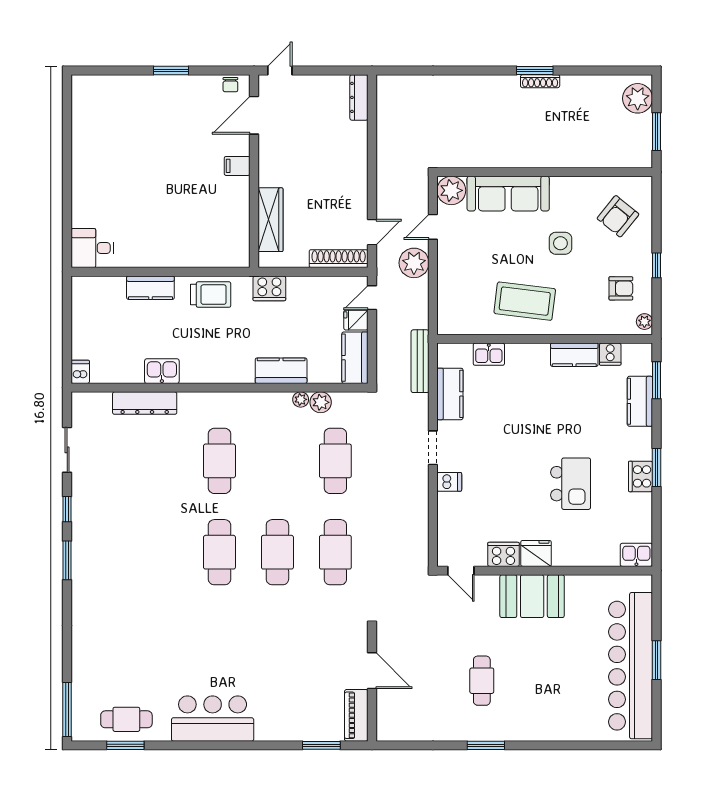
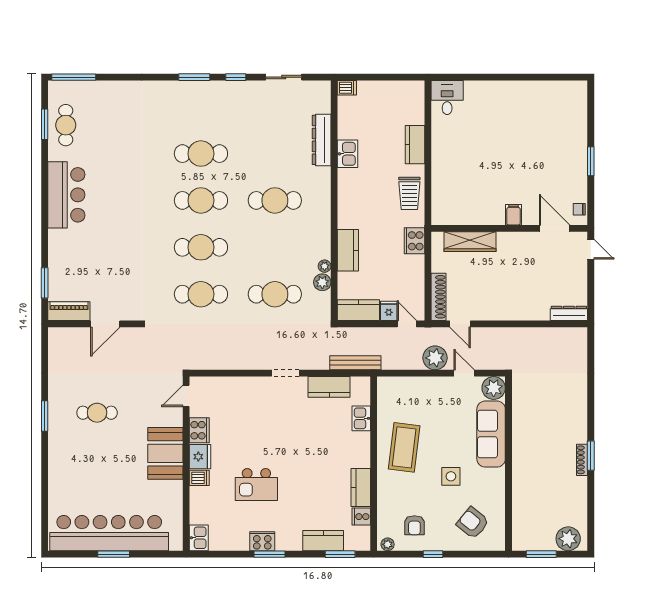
dishwasher: (449, 482) -> (199, 478), moved, turned -90
cafe table: (162, 552) -> (201, 154), added

